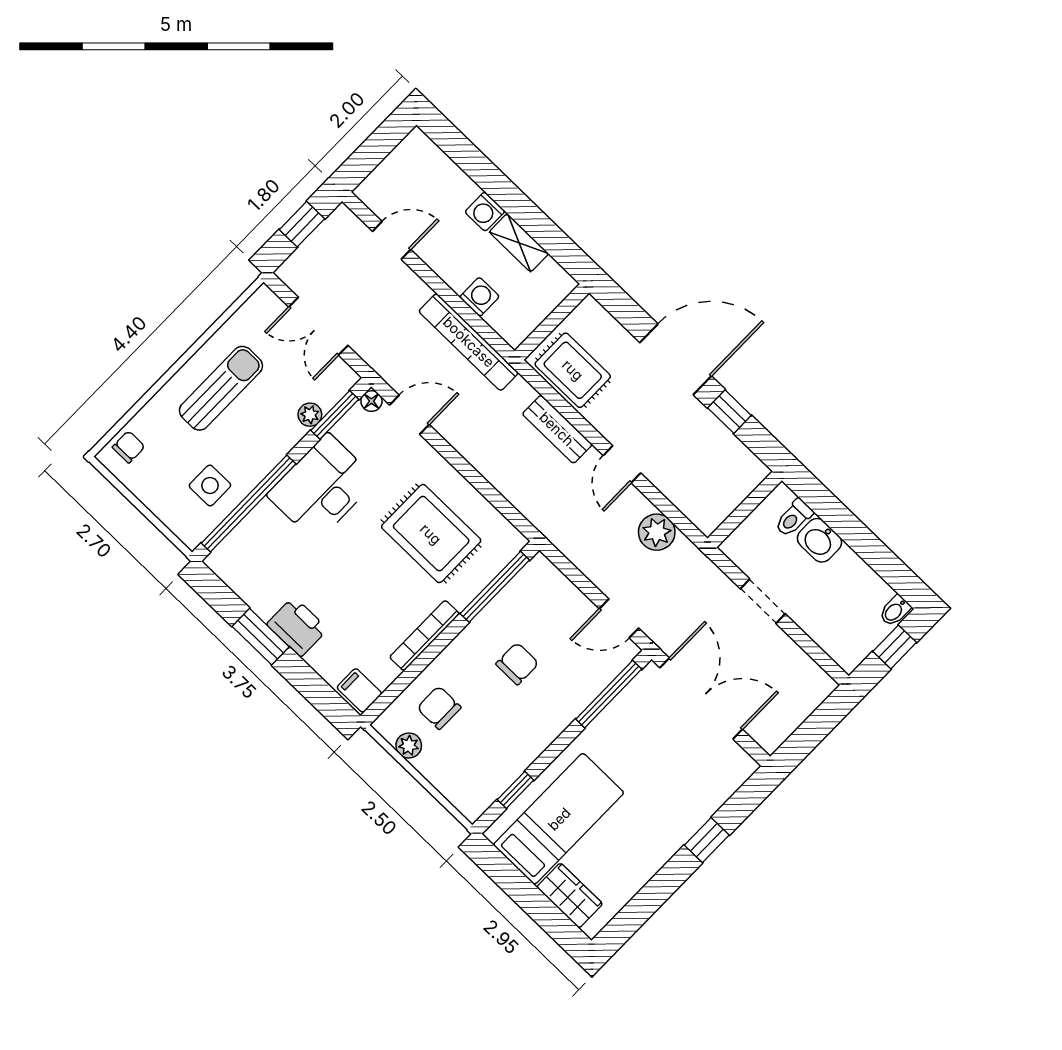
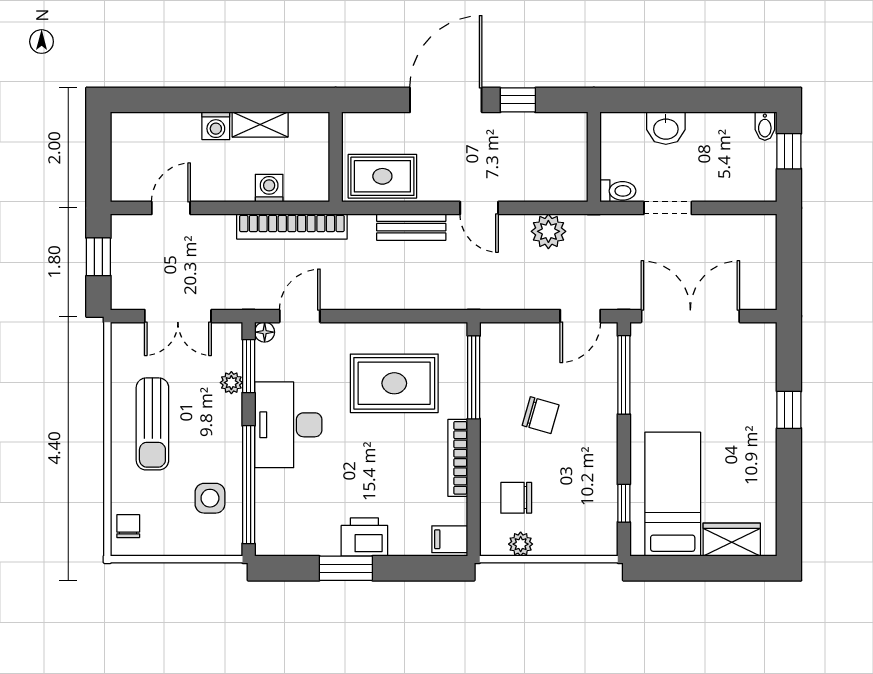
sun lounger: (221, 388) -> (152, 424), turned 180
toilet: (794, 518) -> (618, 191), moved, turned -90
chair: (517, 664) -> (541, 415), turned 106

